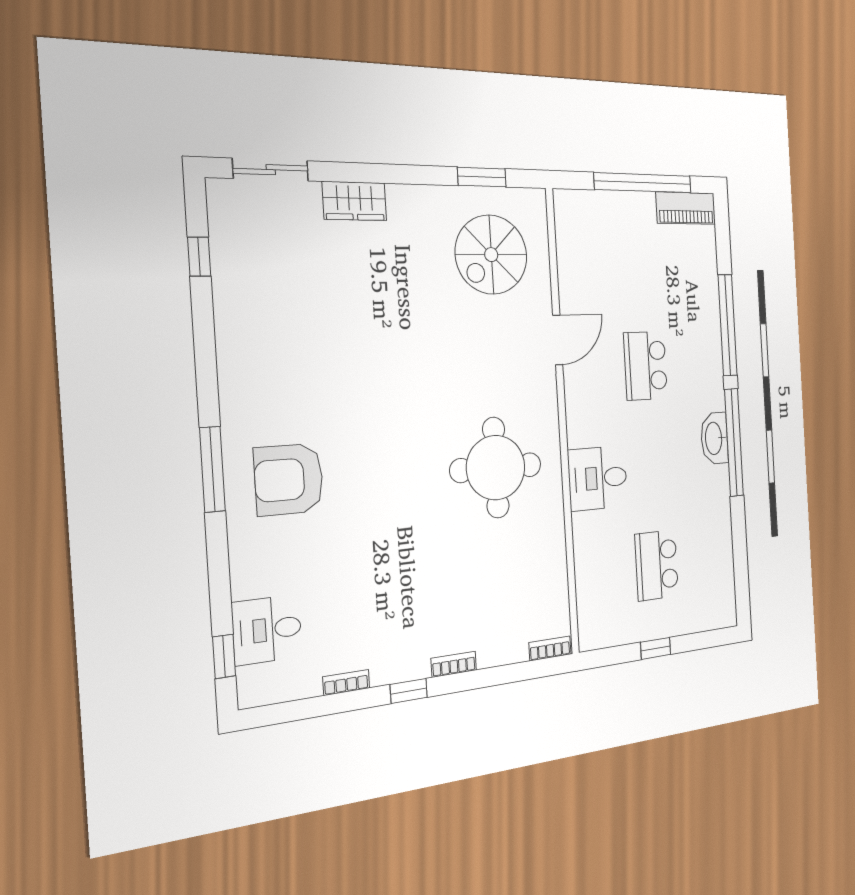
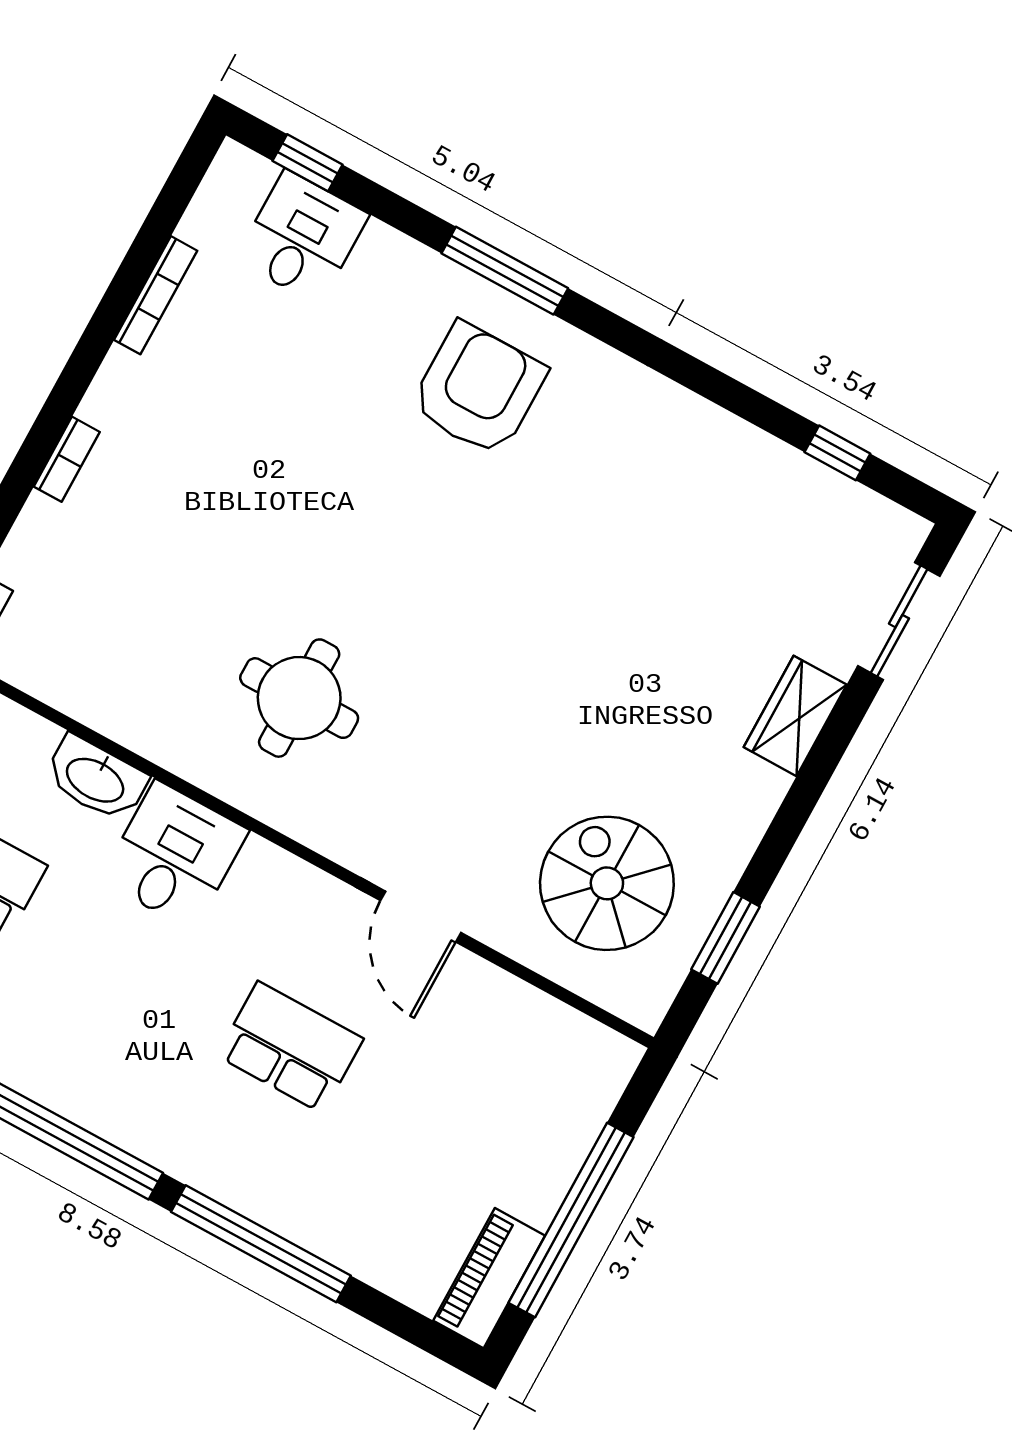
washbasin: (714, 438) -> (96, 779), moved, turned 180
round table: (496, 468) -> (299, 698), width x0.73, depth x0.73
window: (212, 469) -> (505, 271), moved
bookcase: (346, 682) -> (156, 295), width x1.56
window: (409, 691) -> (79, 372), removed

